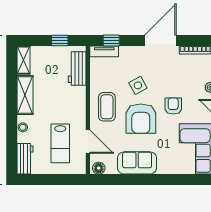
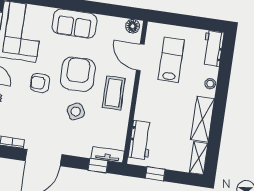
armchair: (173, 106) -> (40, 83), turned 90
sofa: (137, 163) -> (74, 24), moved

